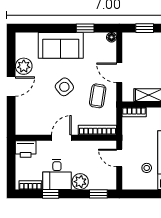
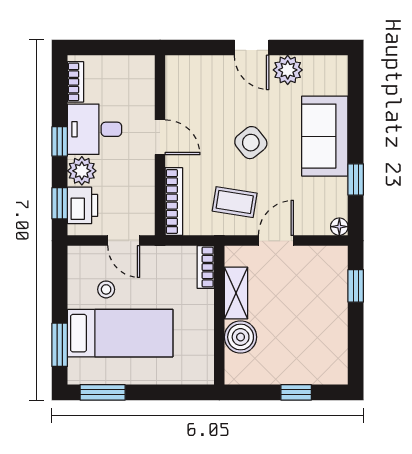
printer: (26, 149) -> (83, 205), moved, turned 180
door: (119, 158) -> (124, 241), swing flipped
window: (51, 194) -> (60, 141), moved

